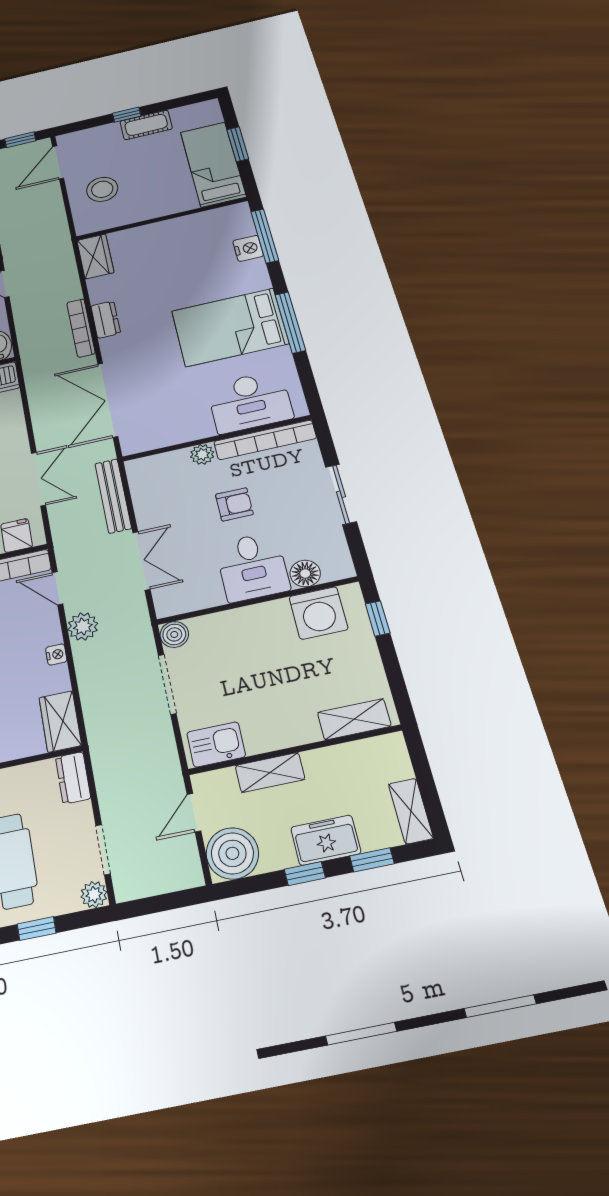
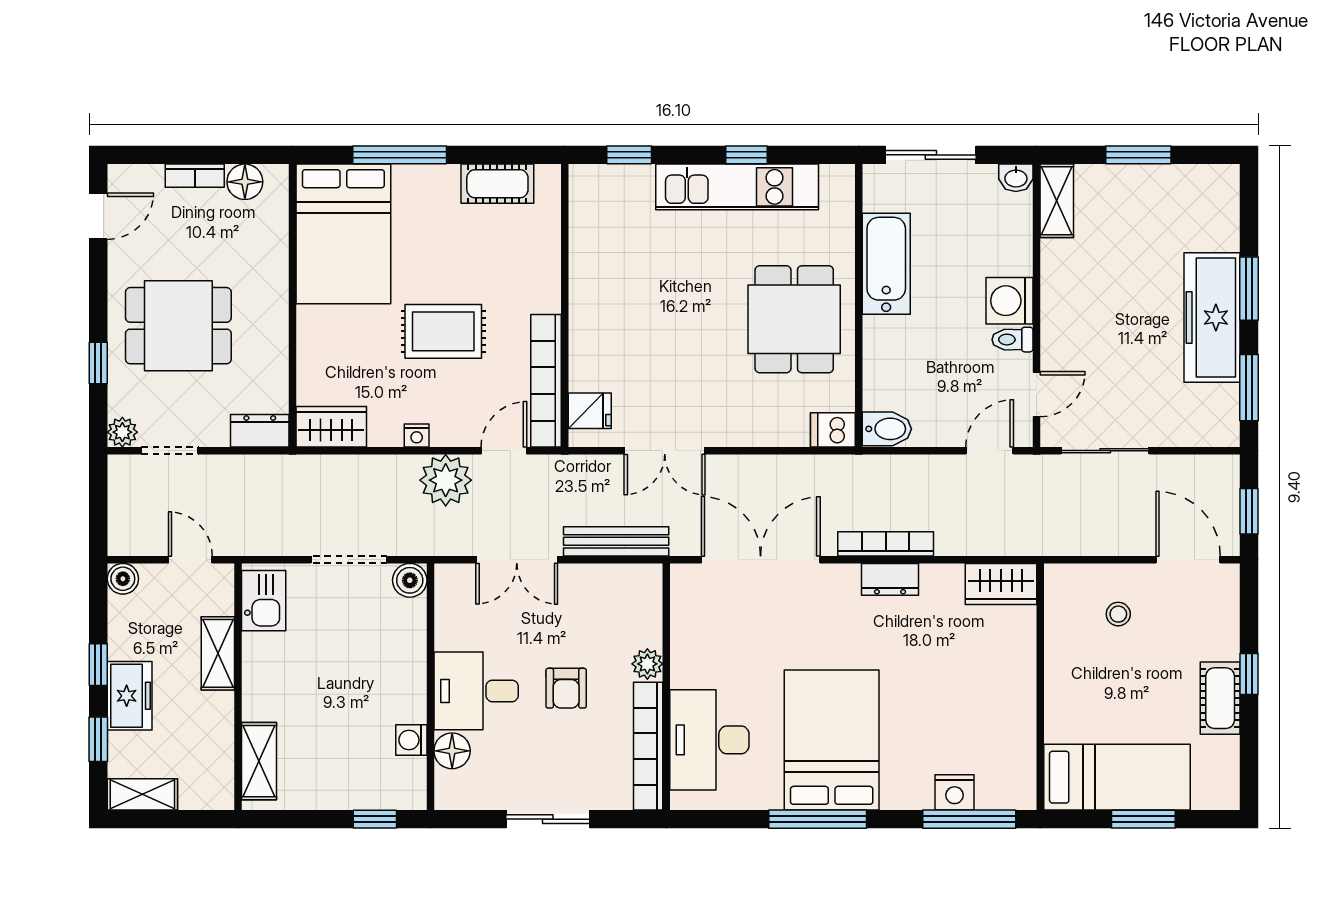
stool: (102, 189) -> (1118, 614), width x0.53, depth x0.53
washing machine: (318, 613) -> (411, 740), width x0.53, depth x0.53
plant: (83, 627) -> (446, 480), width x1.36, depth x1.36
boiler: (232, 853) -> (123, 579), width x0.54, depth x0.54

